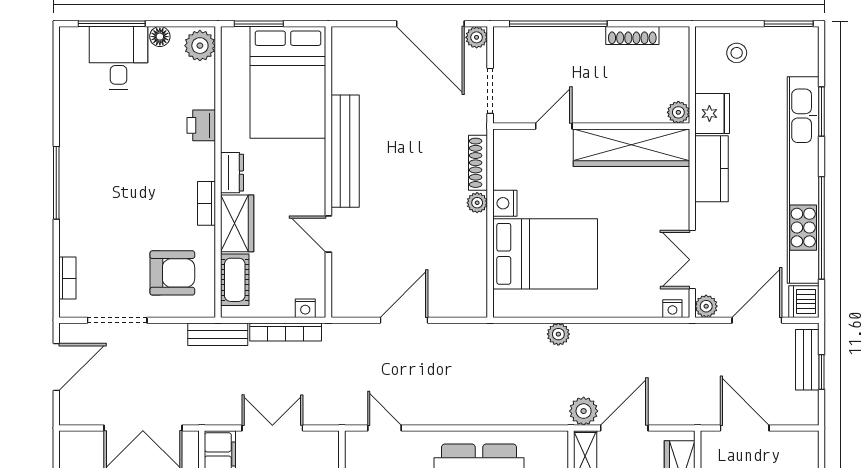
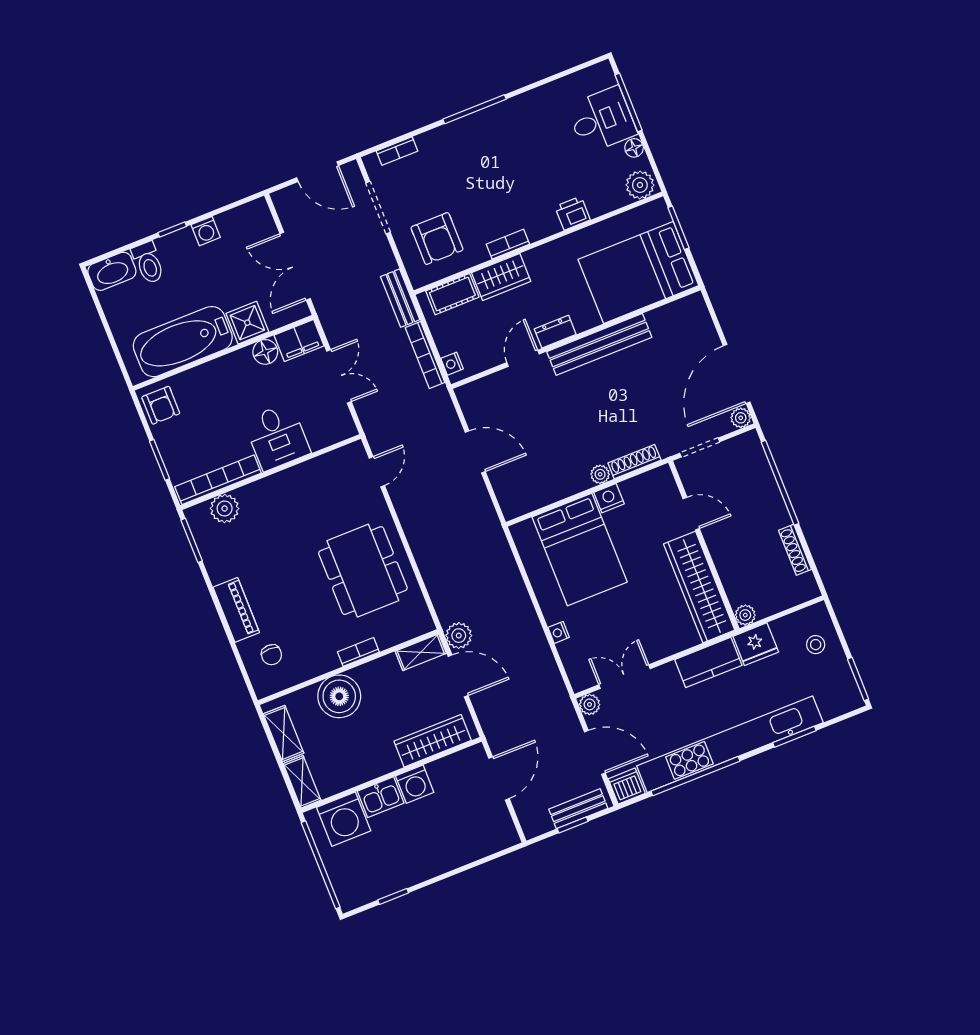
dresser: (232, 173) -> (555, 332), moved, turned 180
nightstand: (672, 309) -> (559, 632), moved
plant: (558, 334) -> (516, 588), removed

